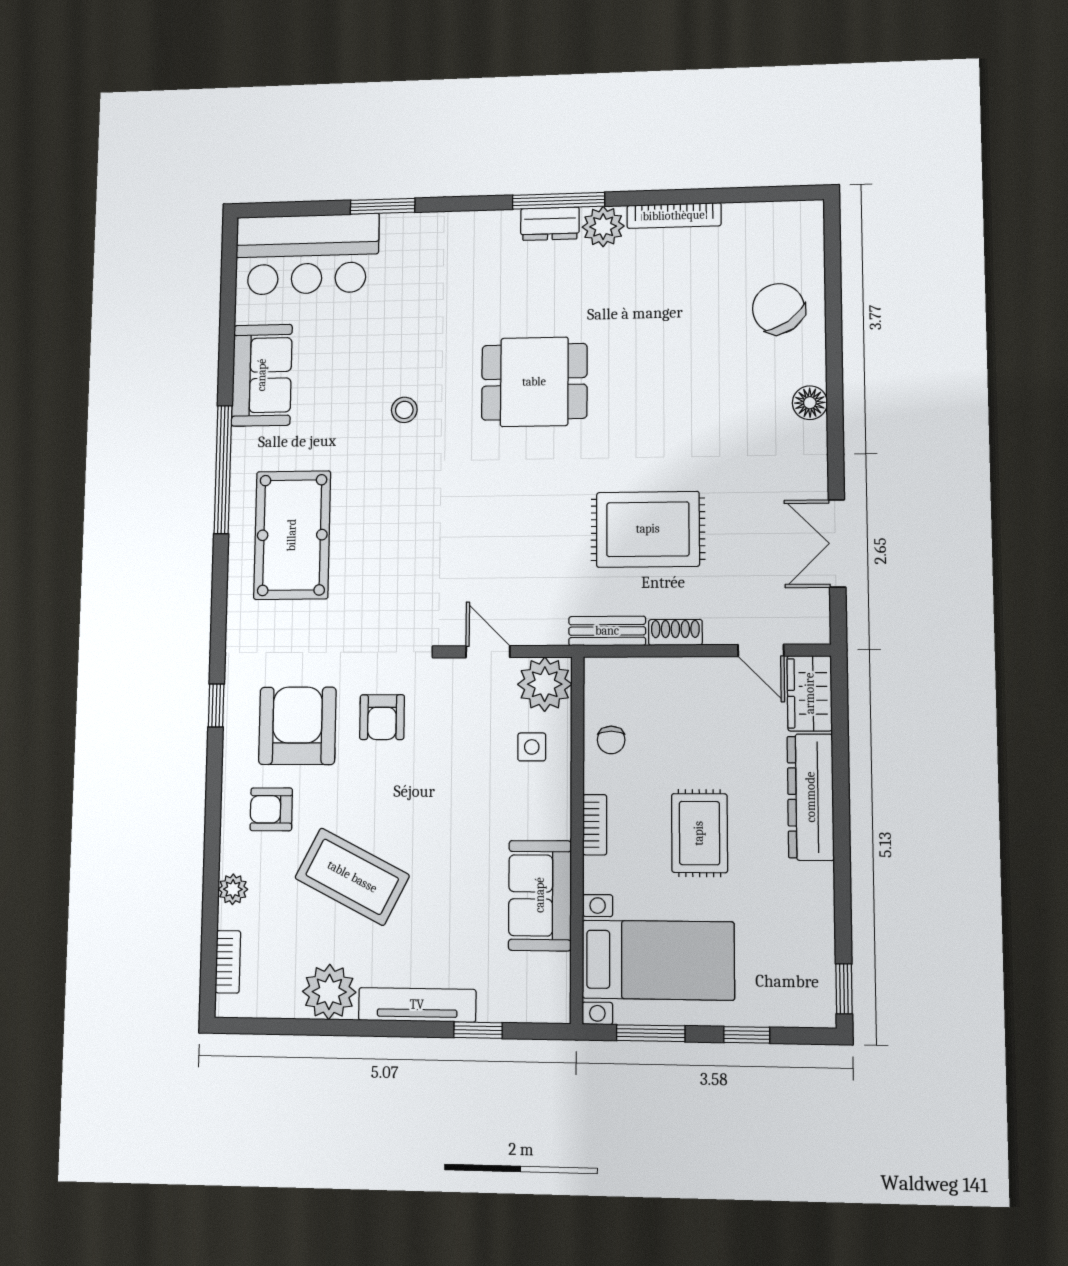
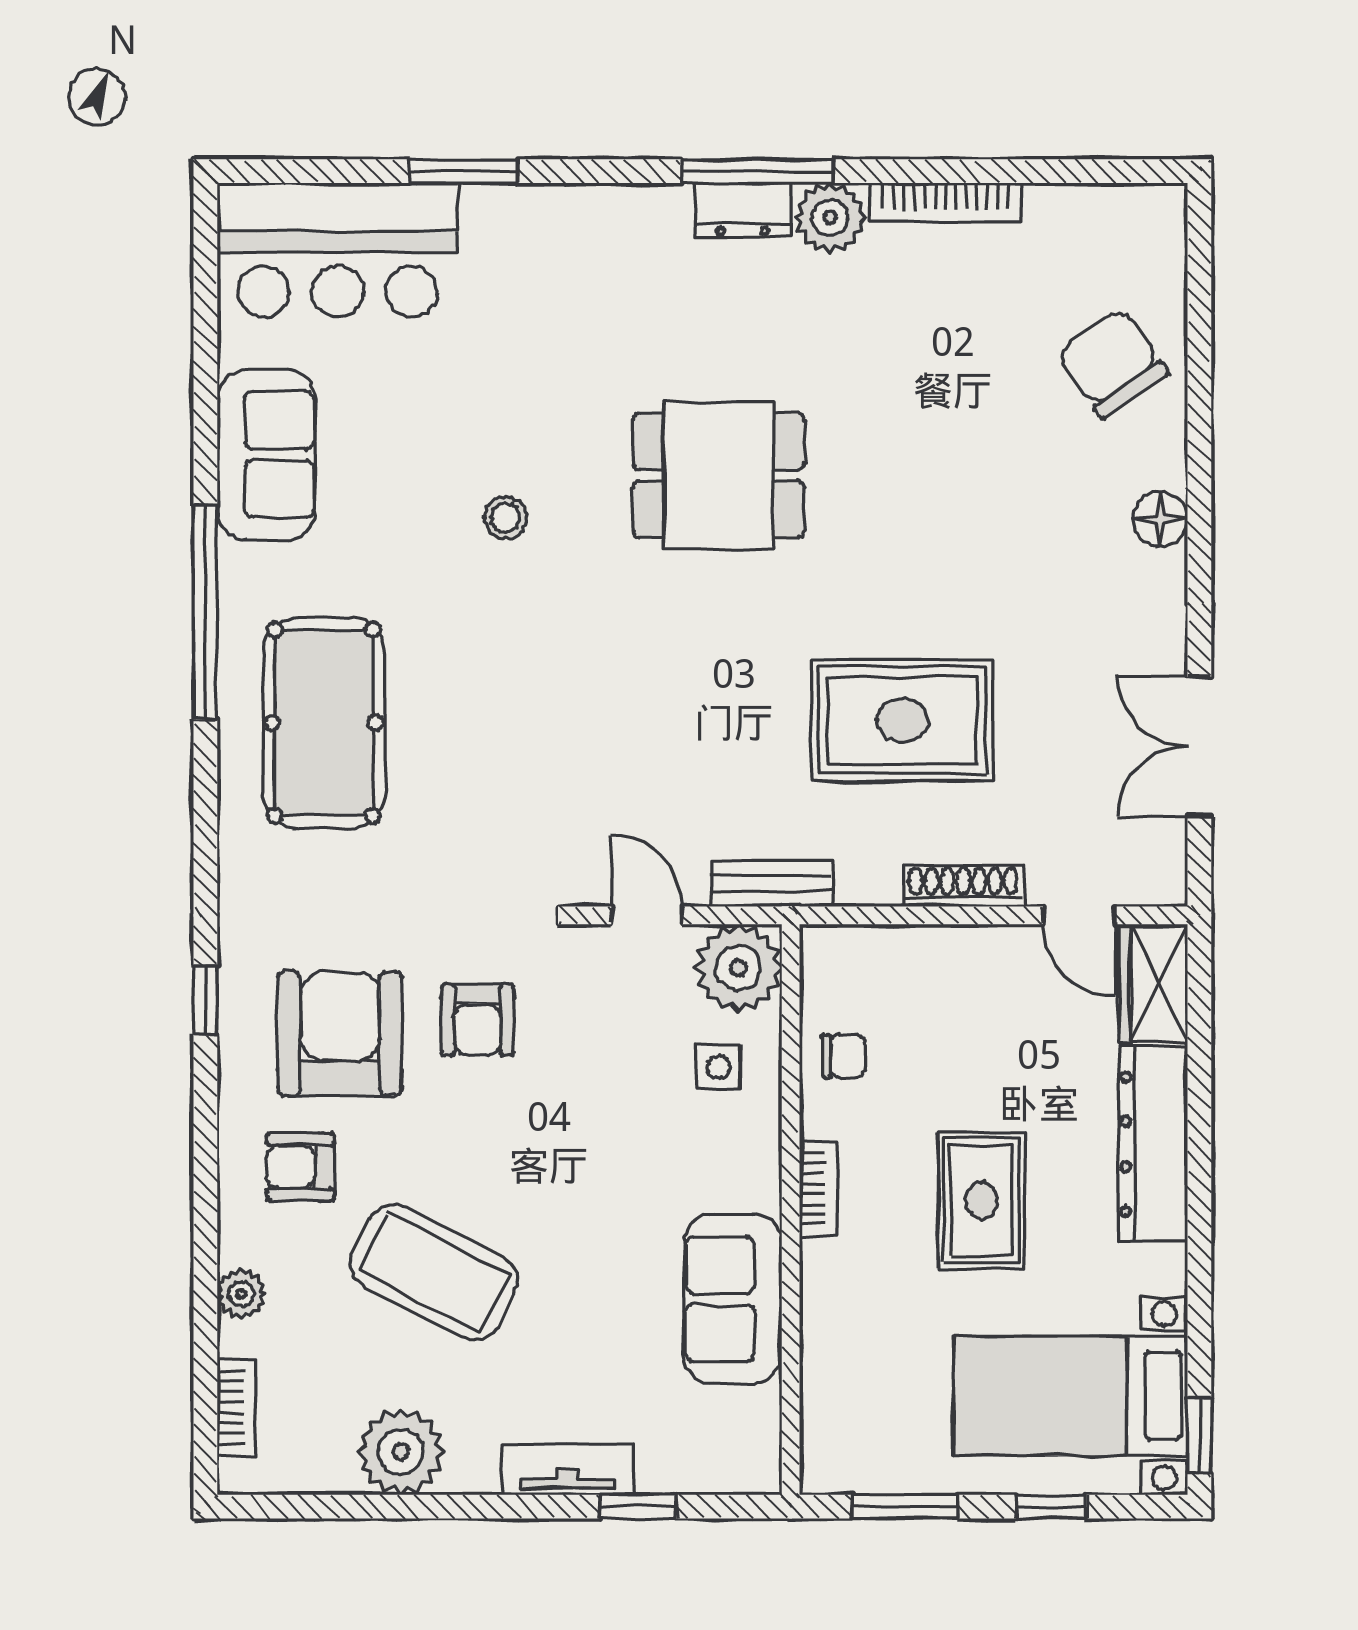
bench: (607, 631) -> (772, 883), moved
shoe rack: (675, 632) -> (963, 886), width x1.43
chair: (611, 740) -> (844, 1056), turned -92
bed with nightstands: (658, 960) -> (1070, 1396), moved, turned 180
tv unit: (417, 1005) -> (568, 1470), width x0.71

